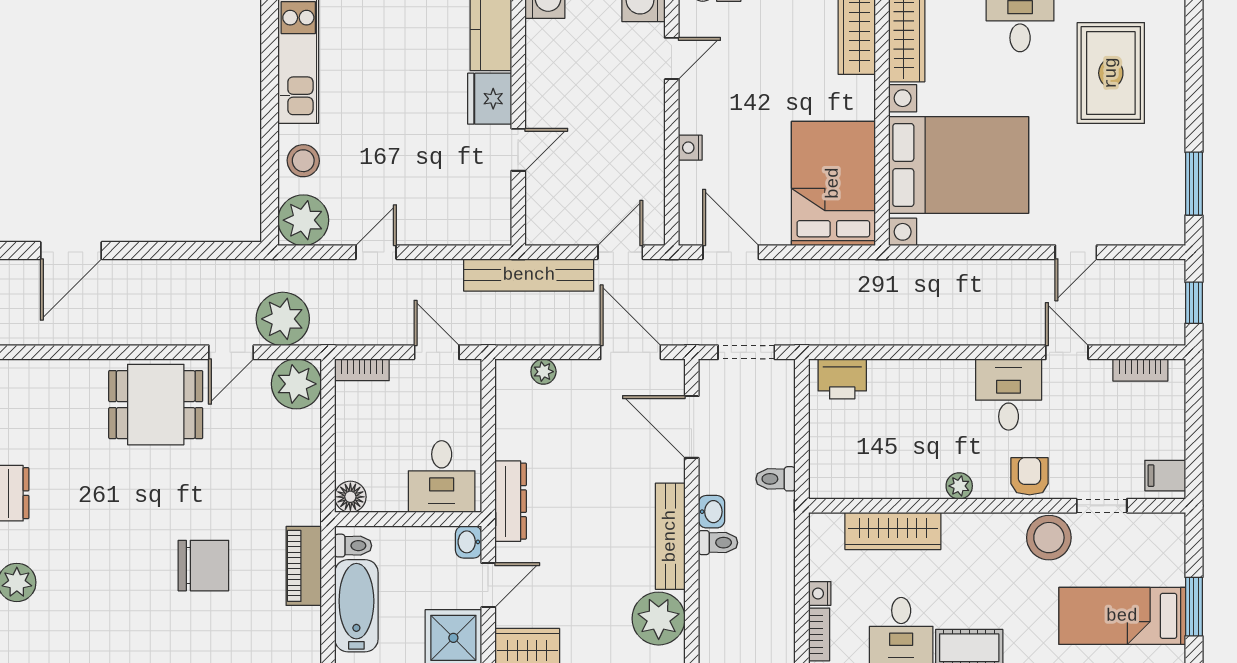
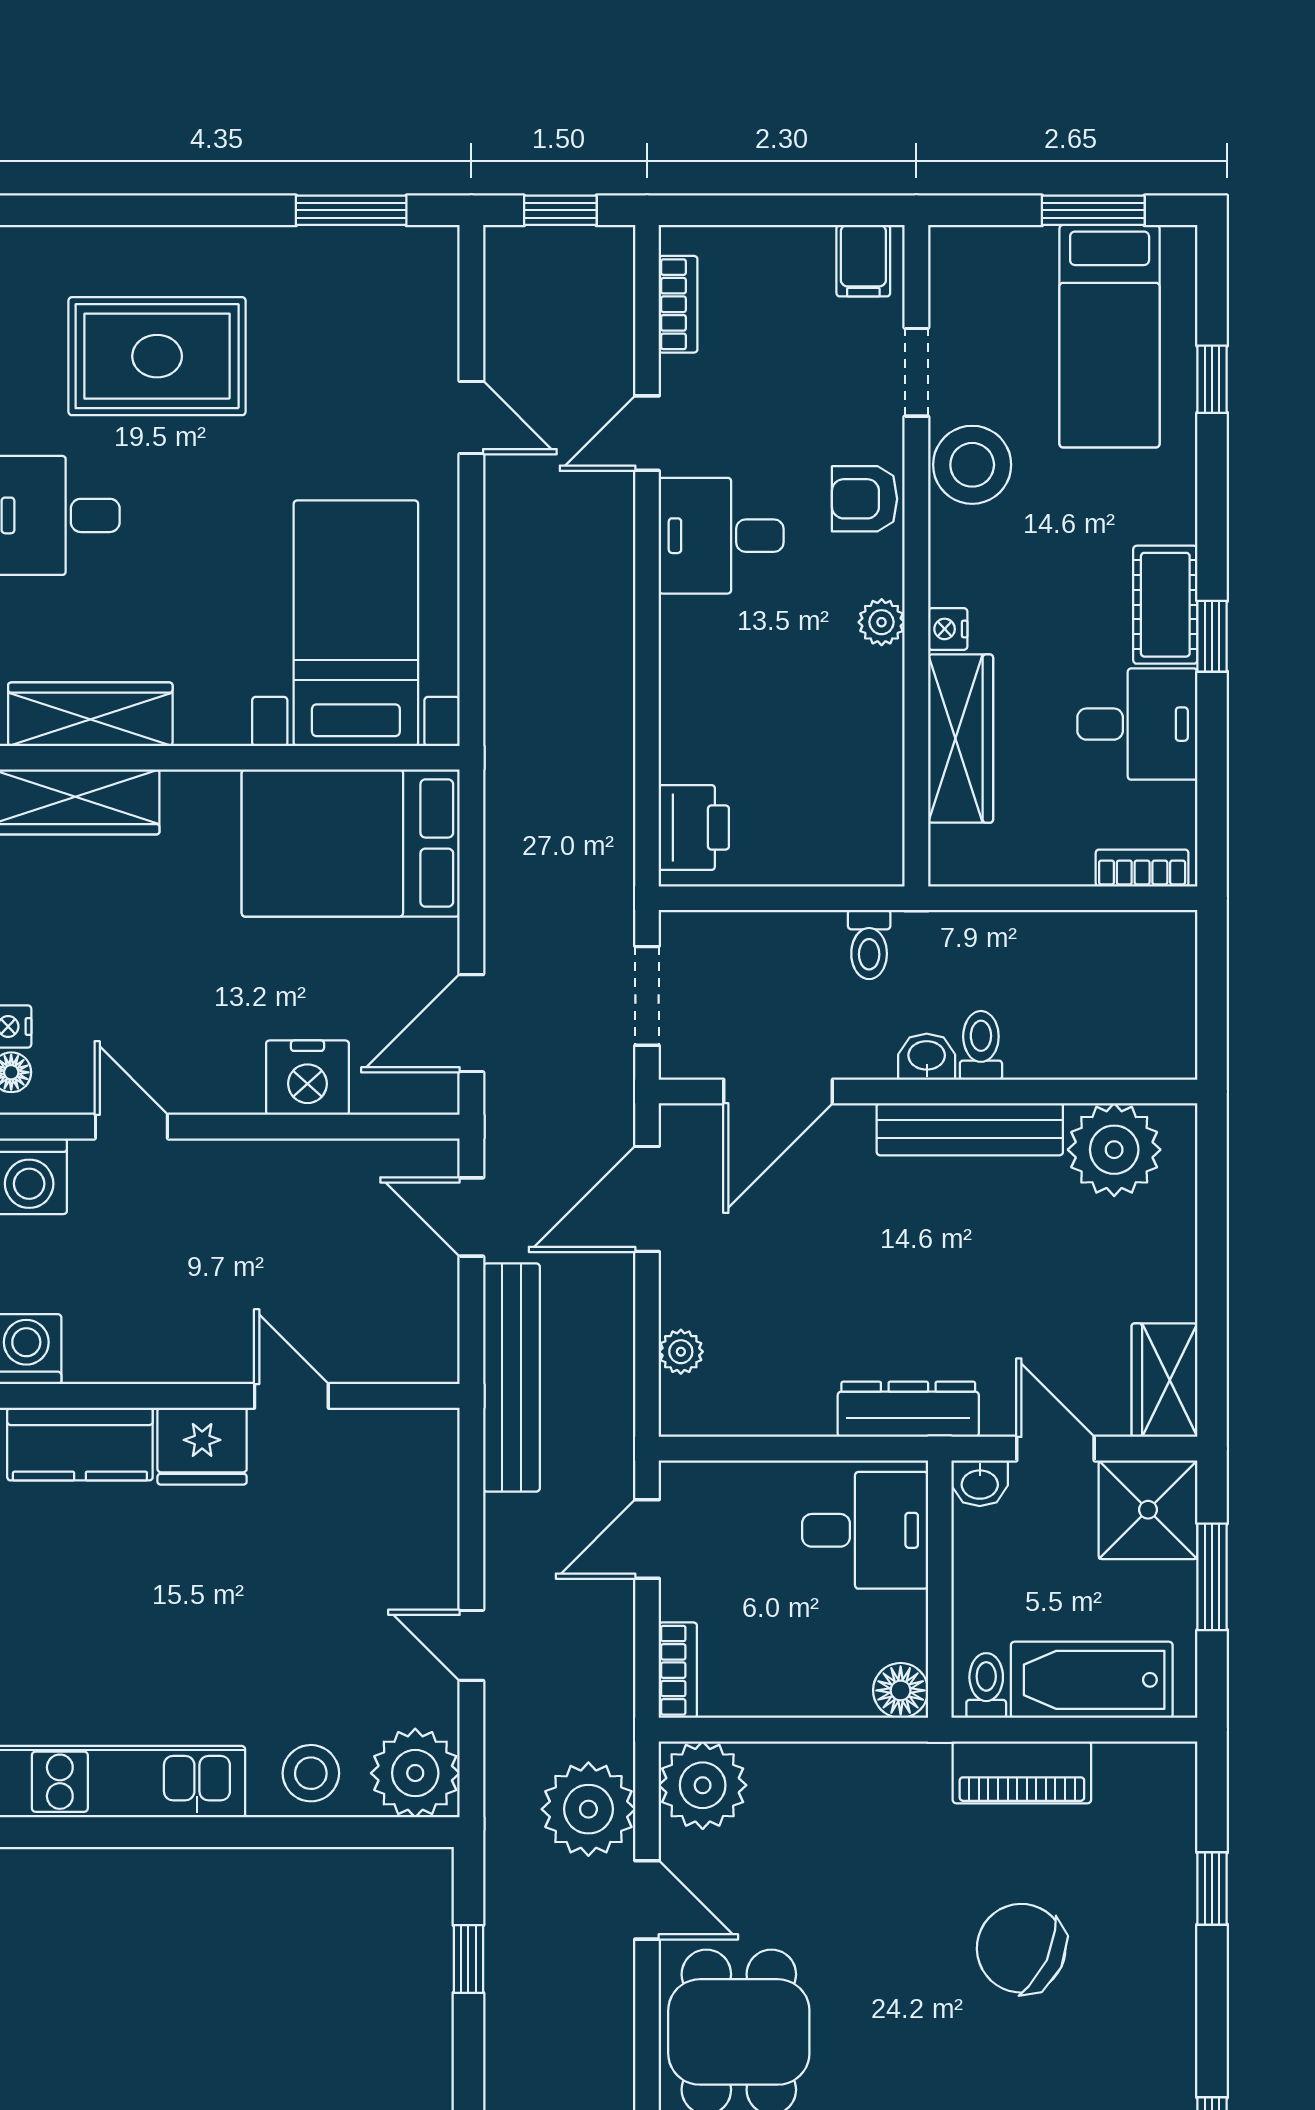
nightstand: (690, 148) -> (307, 1078), width x1.89, depth x1.79
bed with nightstands: (959, 165) -> (356, 623), width x0.73
window: (197, 251) -> (468, 1959), added
chair: (203, 566) -> (1021, 1948), turned -65
nightstand: (820, 593) -> (948, 629), moved, turned 90

